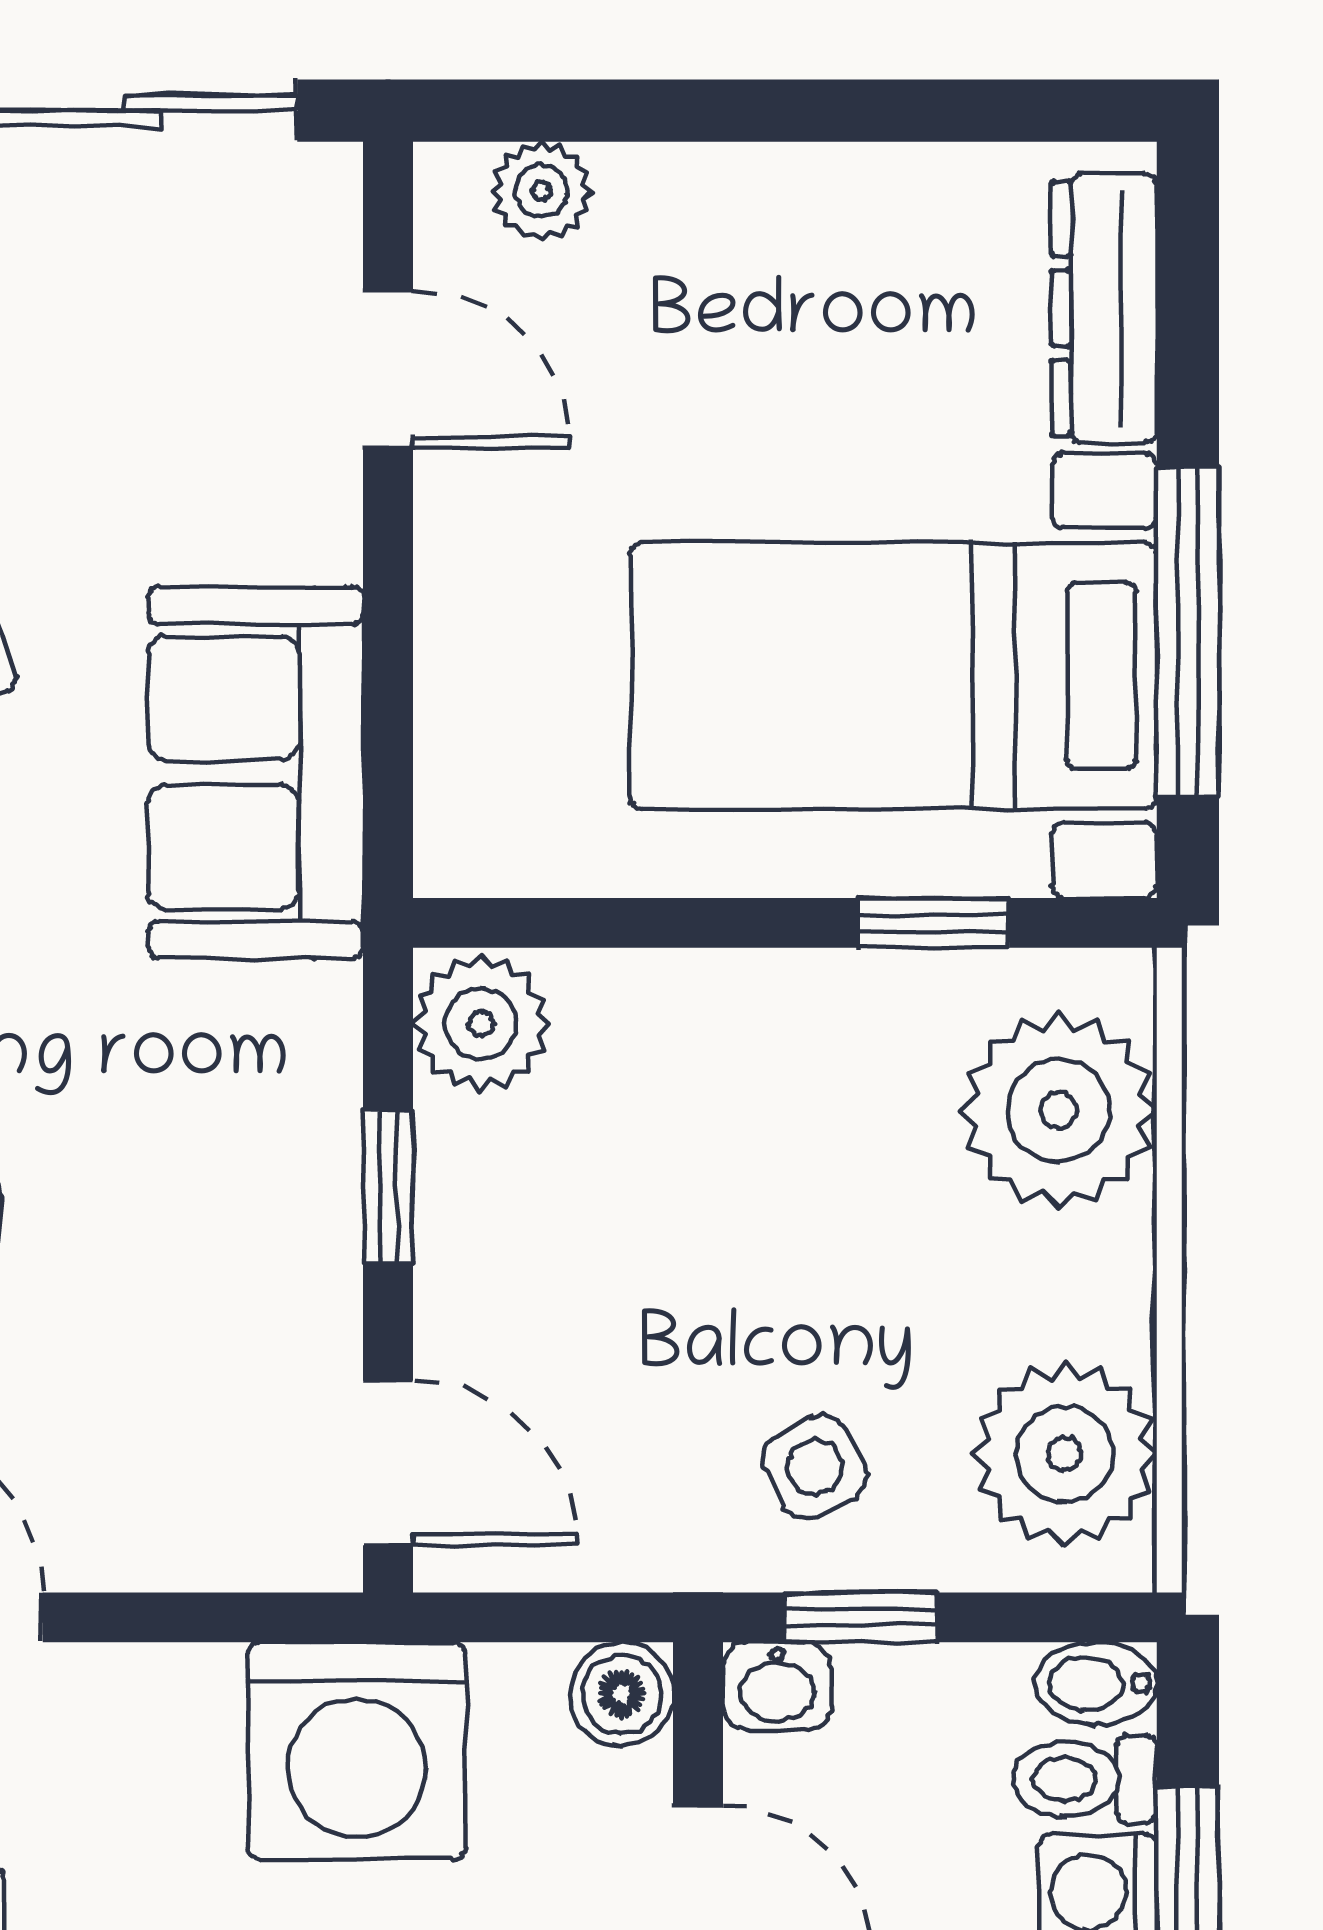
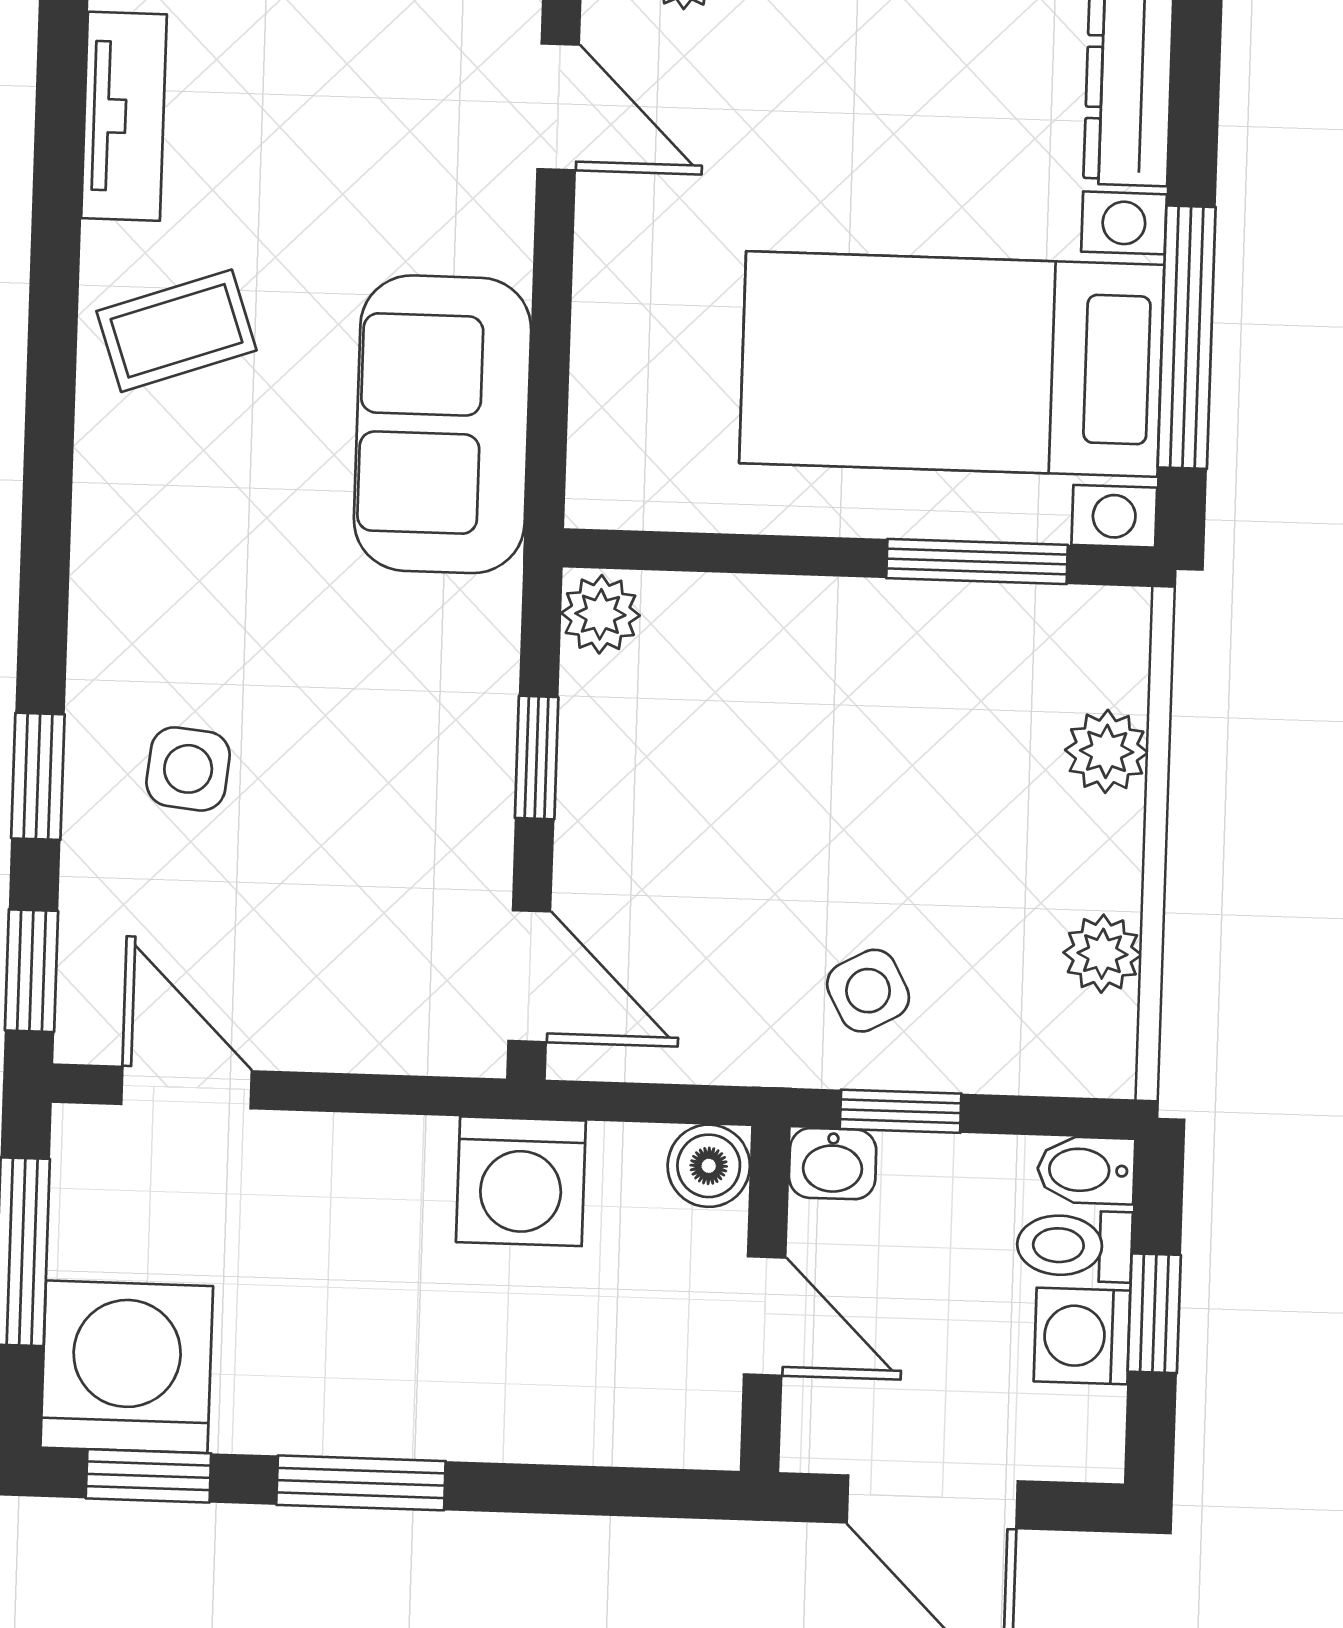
window: (934, 923) -> (977, 561), width x1.50
plant: (481, 1023) -> (600, 614), width x0.73, depth x0.73
plant: (1059, 1110) -> (1107, 751), width x0.53, depth x0.53
plant: (1065, 1454) -> (1102, 954), width x0.53, depth x0.53
washing machine: (357, 1751) -> (521, 1181), width x0.73, depth x0.73

